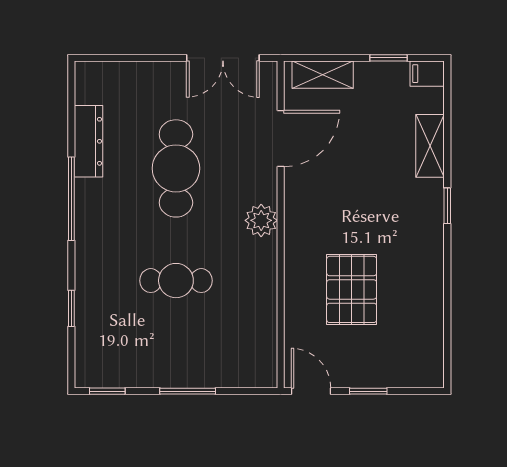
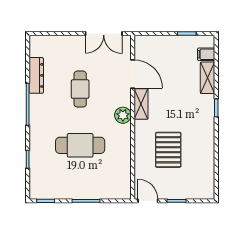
filing cabinet: (427, 74) -> (206, 54), moved
shelving: (323, 75) -> (141, 104), moved, turned 90
door: (281, 138) -> (133, 74), hinge flipped
cafe table: (176, 168) -> (80, 89), width x0.73, depth x0.74
cafe table: (176, 281) -> (80, 145), width x1.37, depth x1.35

